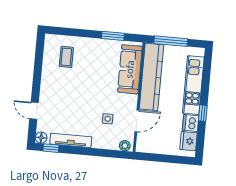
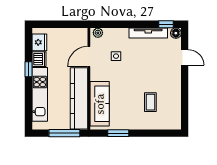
coffee table: (66, 57) -> (150, 102), moved

